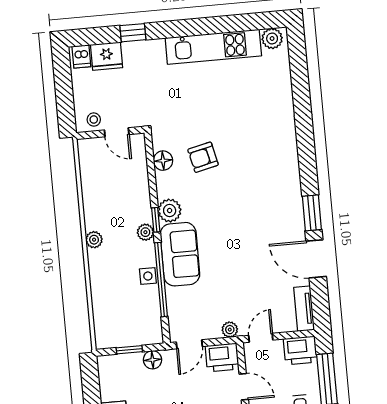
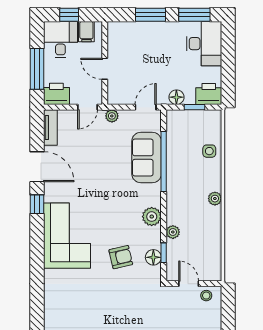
corner sofa: (272, 178) -> (67, 236), added
window: (312, 213) -> (37, 204), width x0.67
window: (156, 220) -> (164, 253), moved
plant: (145, 232) -> (173, 232), moved
sofa: (180, 254) -> (147, 158), moved
side table: (148, 276) -> (209, 151), moved
printer: (222, 357) -> (209, 94), moved

